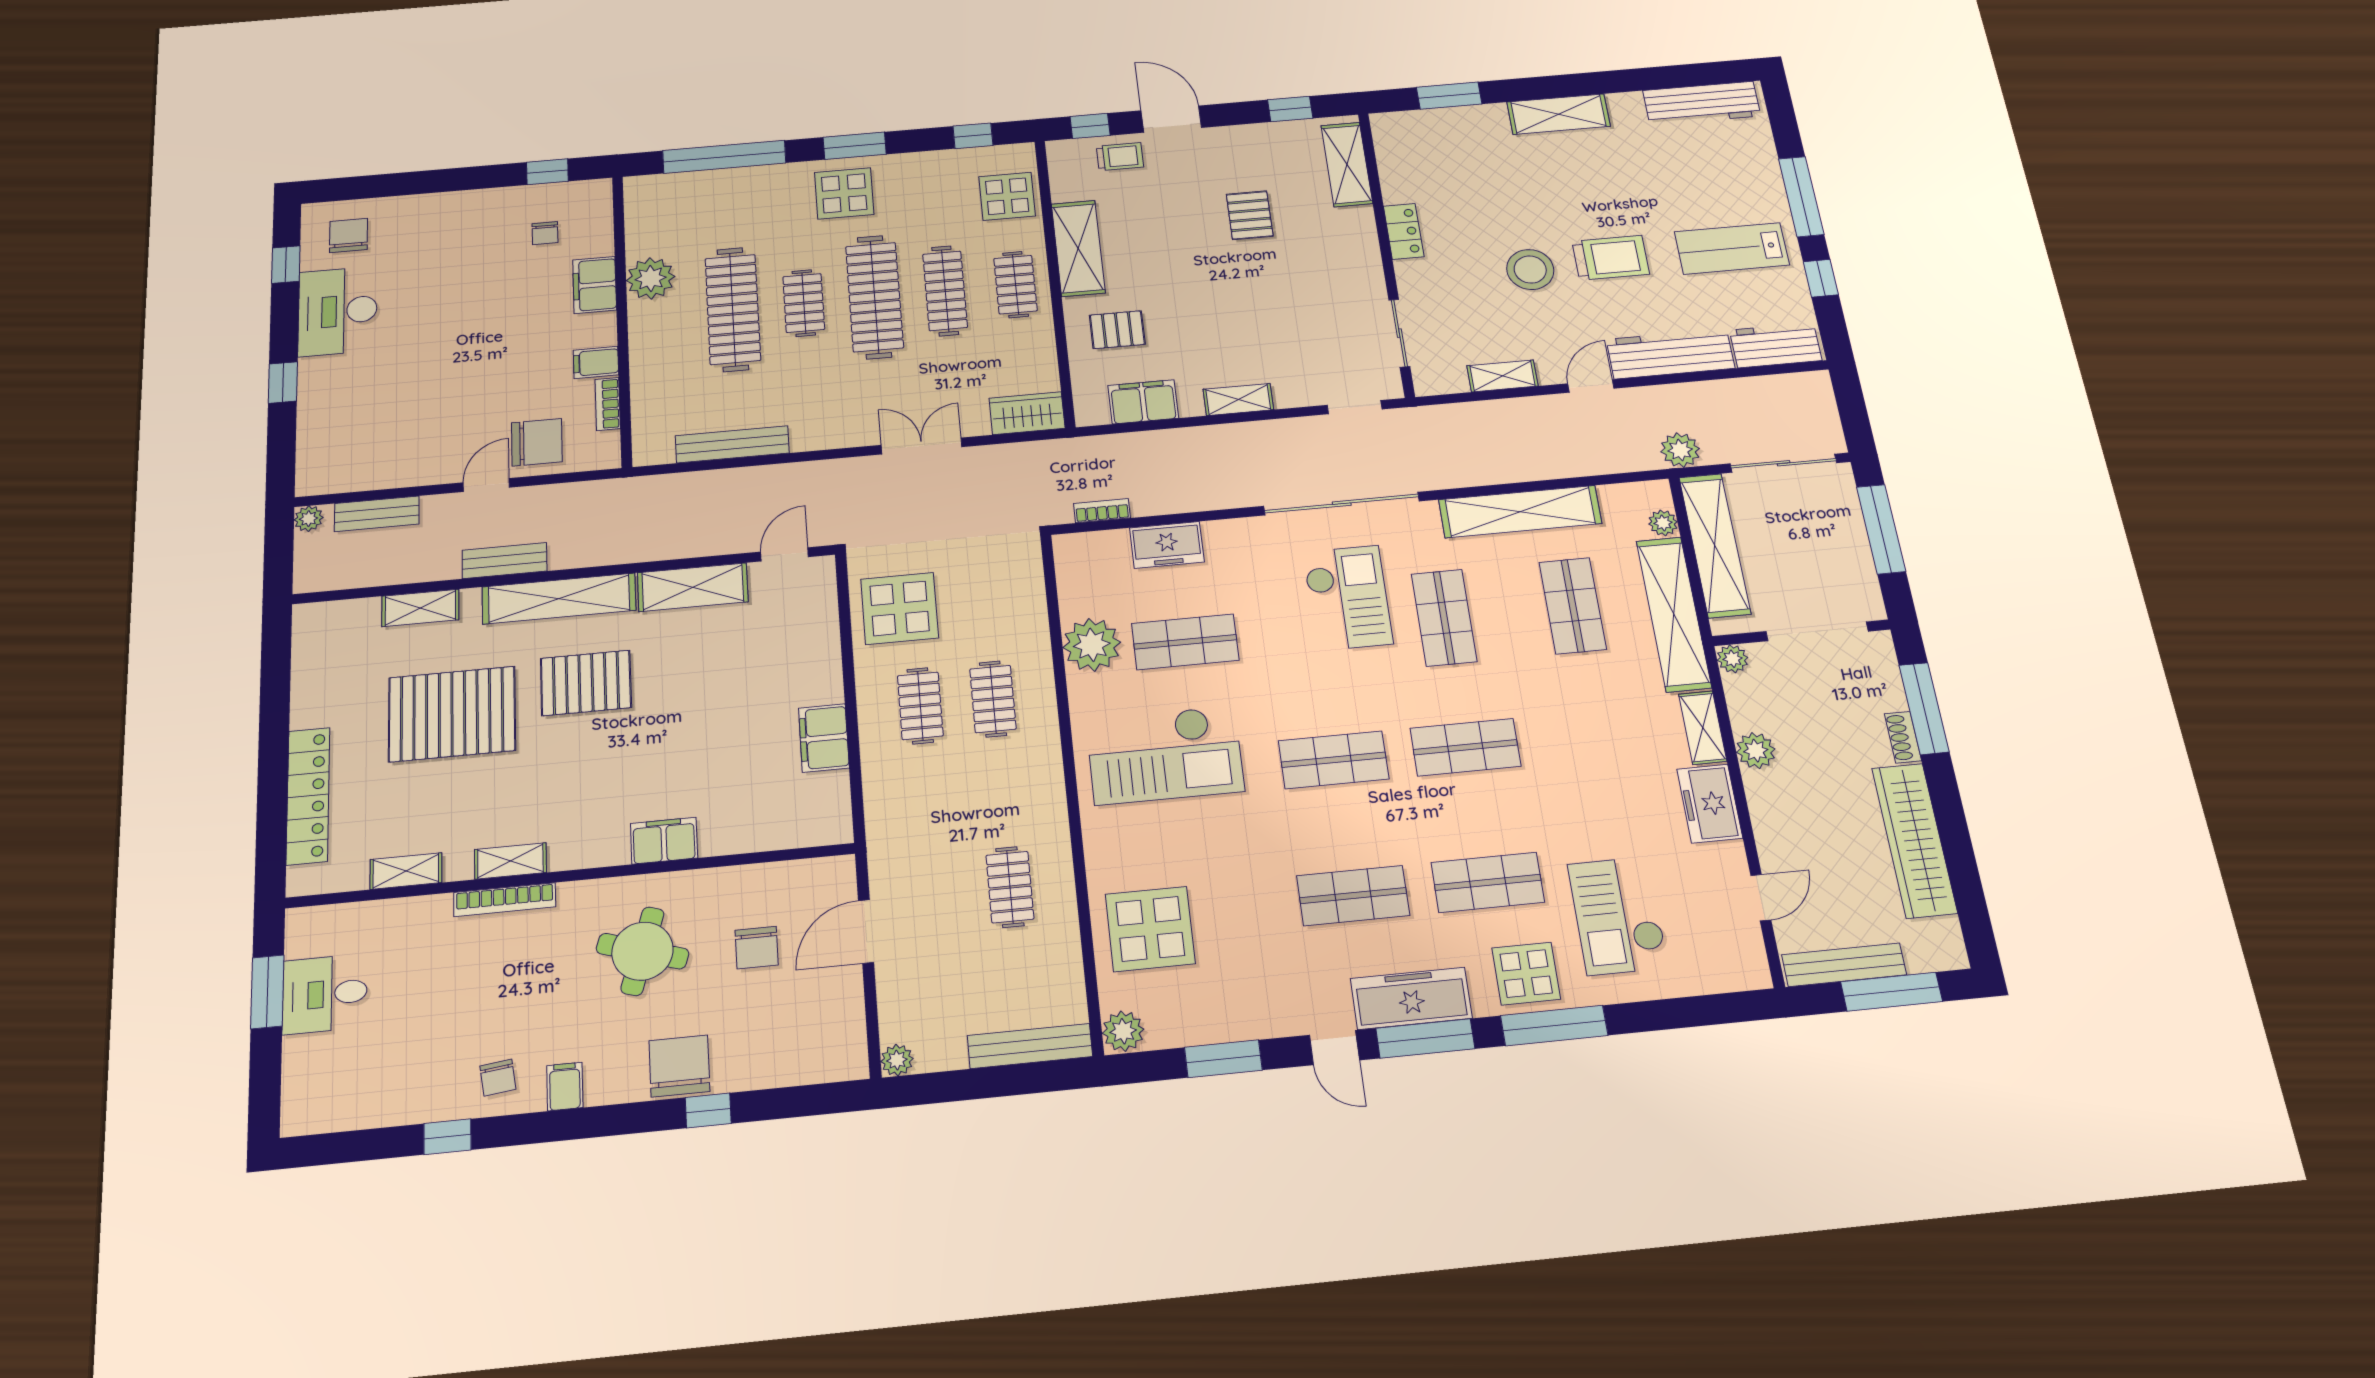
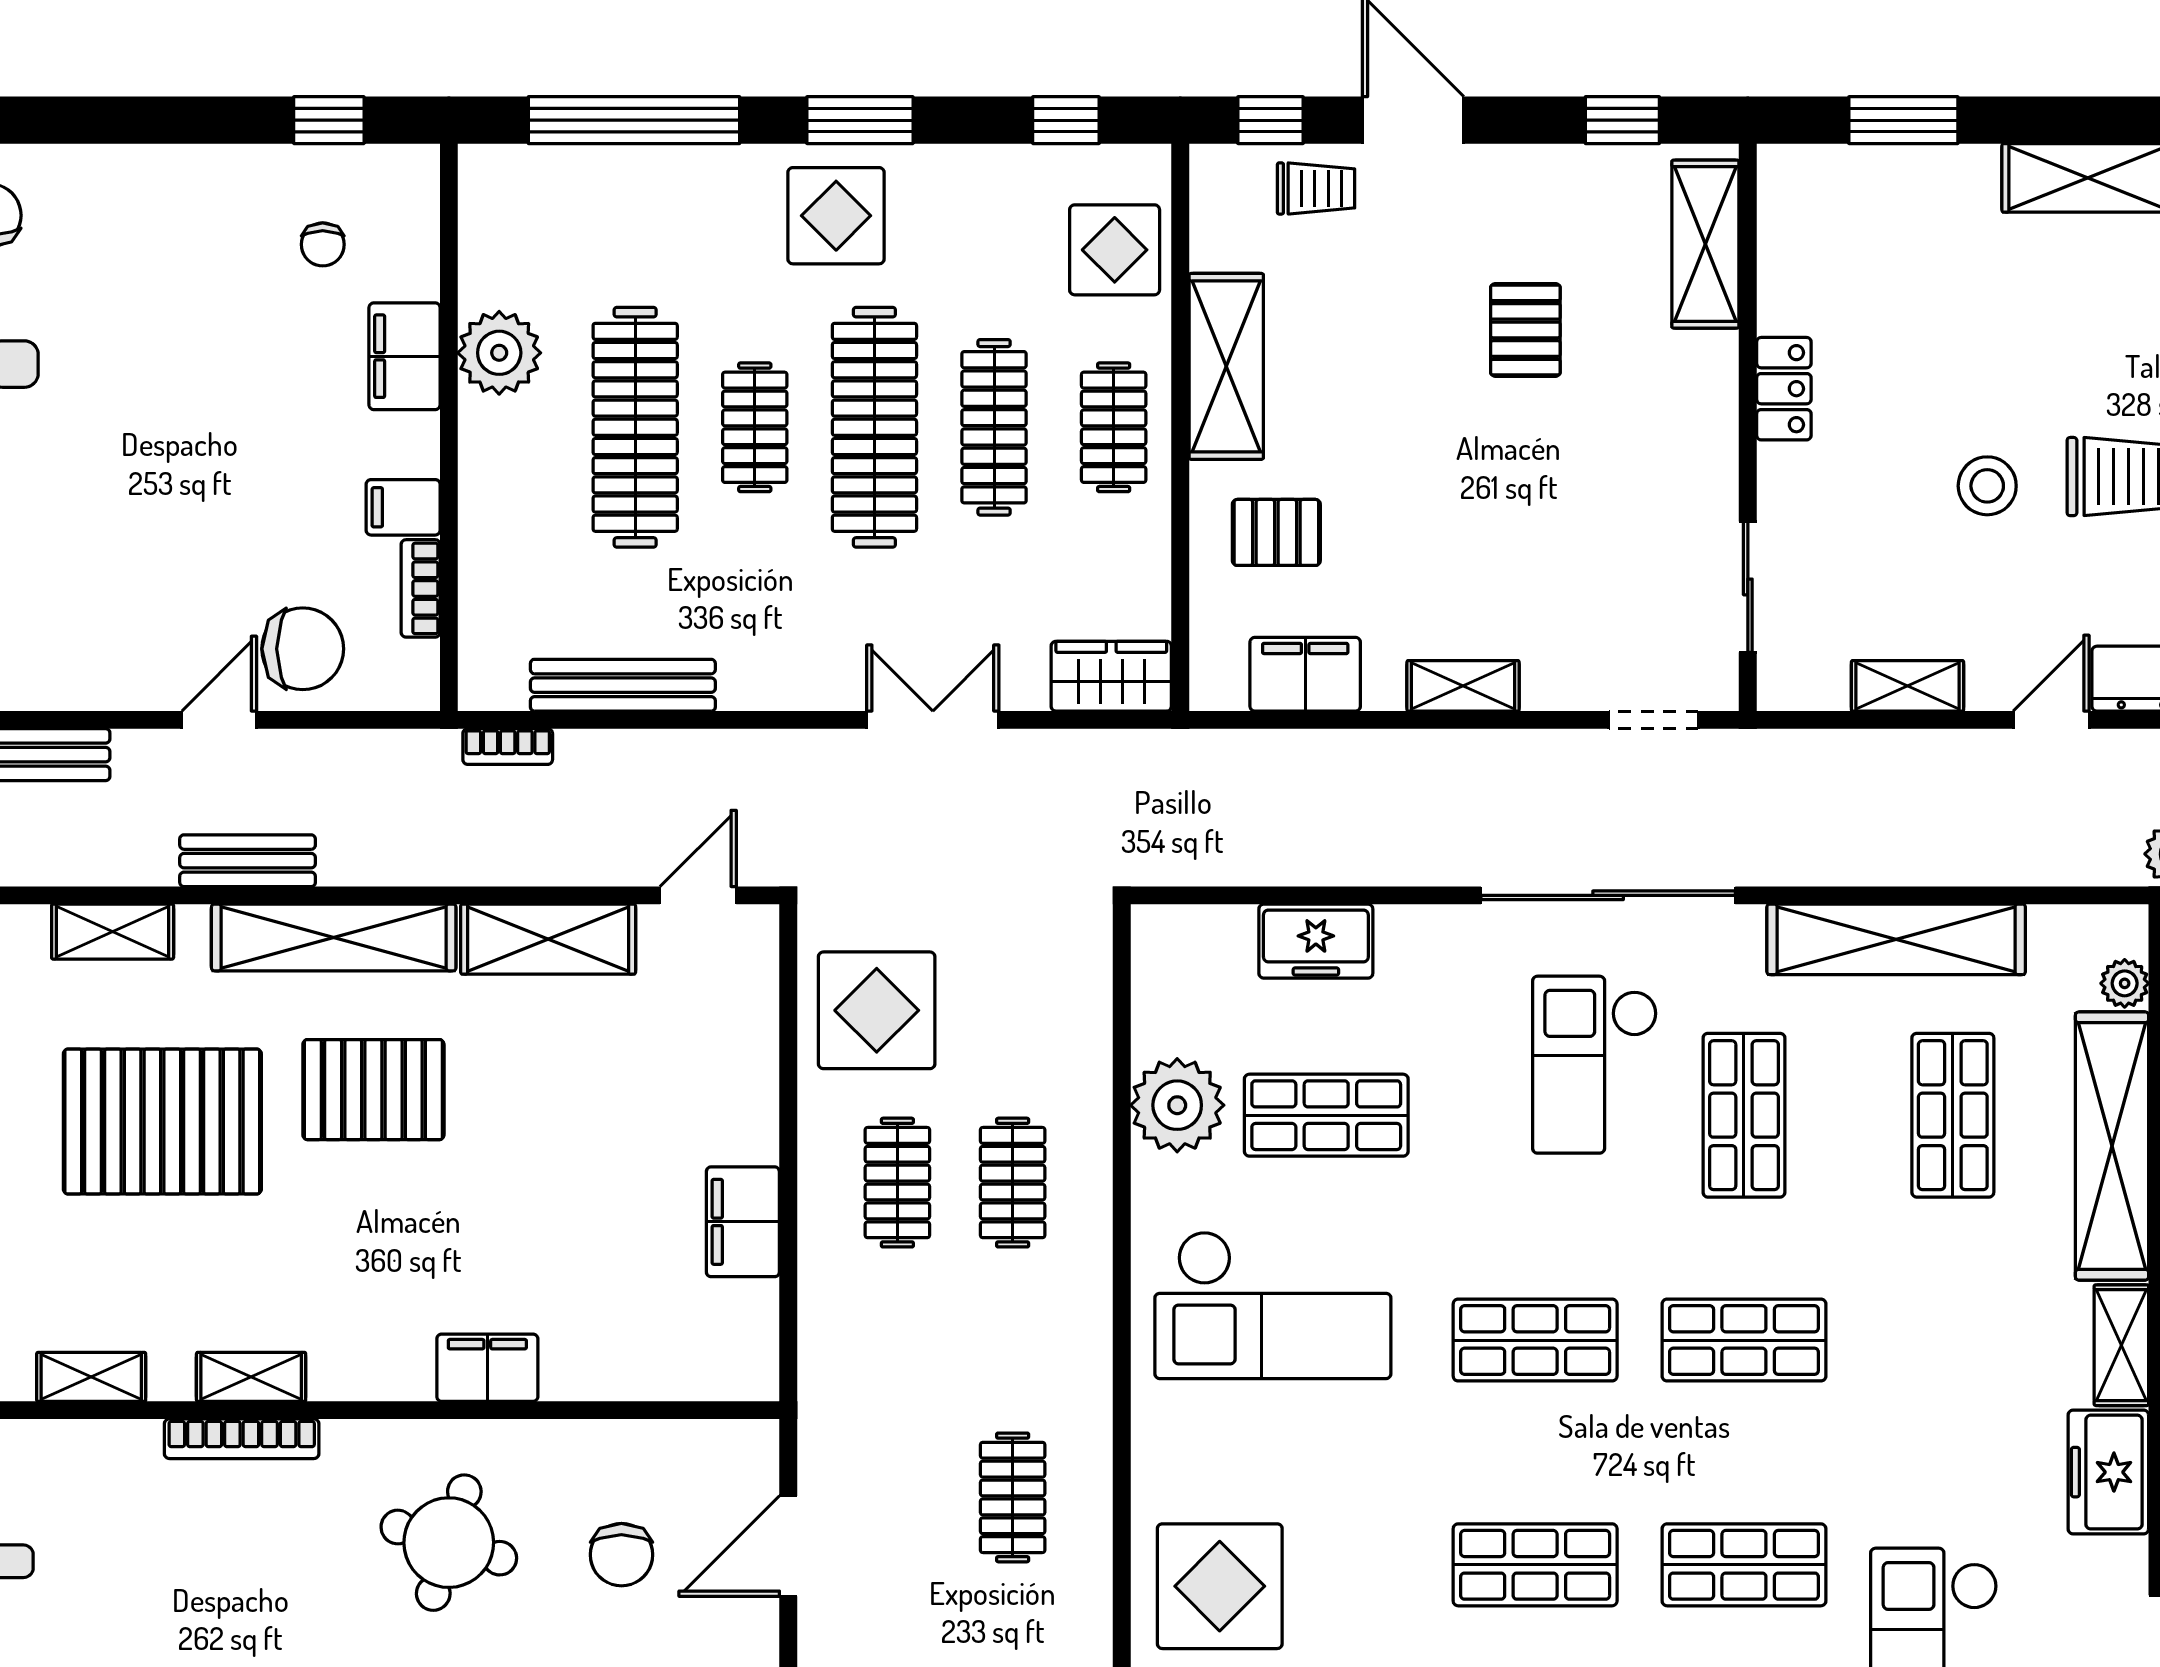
stool: (1530, 270) -> (1987, 486), width x0.73, depth x0.73
bookcase: (1102, 511) -> (508, 747), moved, turned 180
checkout: (1348, 598) -> (1595, 1065), turned 180

